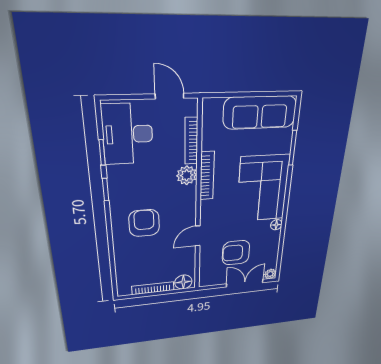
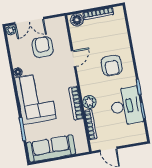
desk: (128, 134) -> (126, 106), moved
armchair: (236, 253) -> (43, 47), turned -90

